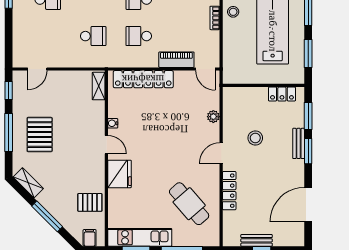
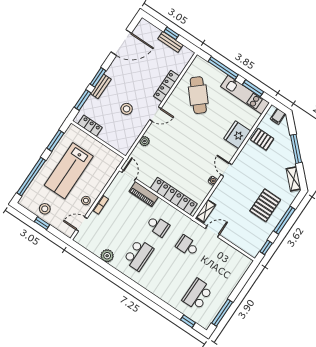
door: (37, 69) -> (212, 232), moved
fridge: (120, 174) -> (237, 135), moved

